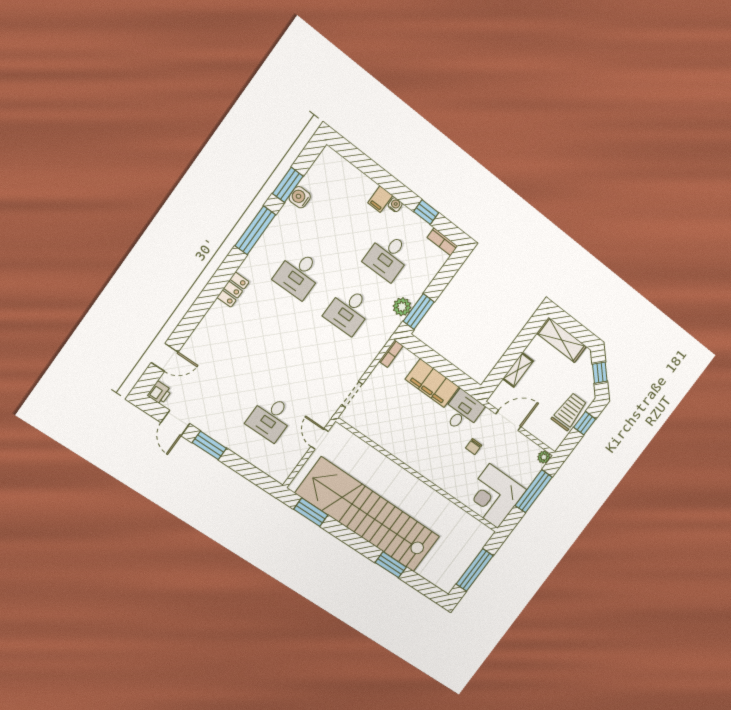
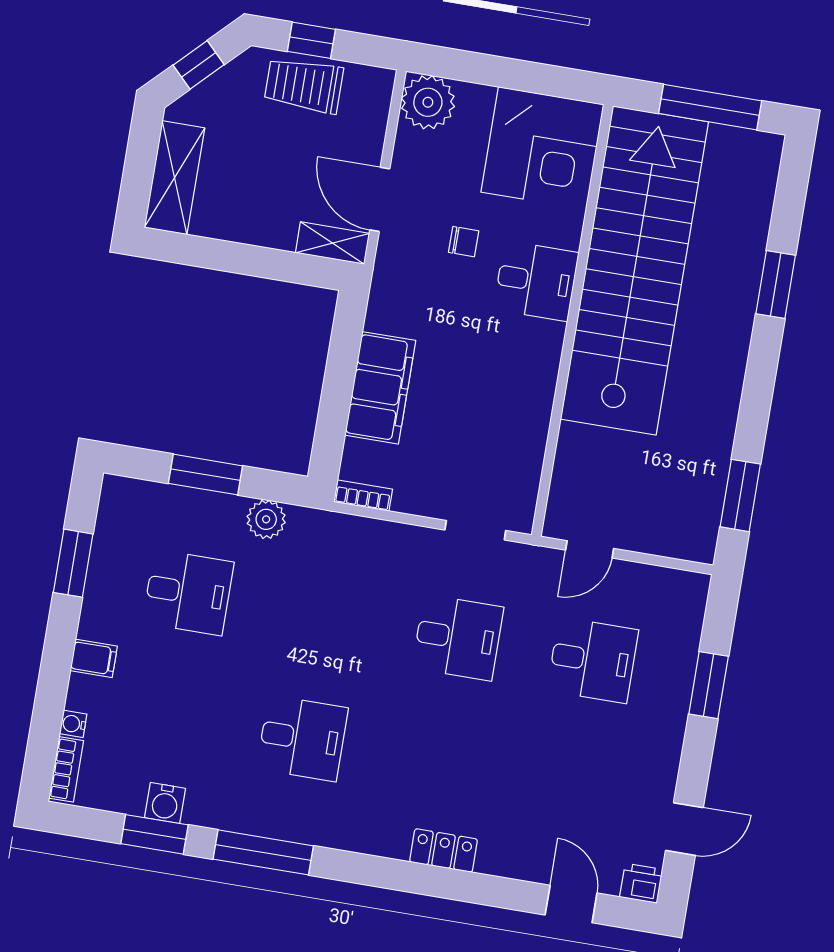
water cooler: (395, 205) -> (73, 724), moved
window: (426, 212) -> (73, 563), width x1.50
bookcase: (442, 242) -> (66, 769), moved
locker: (233, 290) -> (444, 851), moved
desk: (348, 311) -> (458, 638), moved
window: (419, 312) -> (205, 475), moved
shelving: (518, 370) -> (332, 243), moved
desk: (462, 411) -> (536, 281), moved, turned 180
window: (209, 445) -> (709, 685), moved
plant: (544, 457) -> (428, 102), width x1.87, depth x1.87
window: (534, 491) -> (495, 71), removed
stairs: (368, 515) -> (634, 270), moved, turned 180

